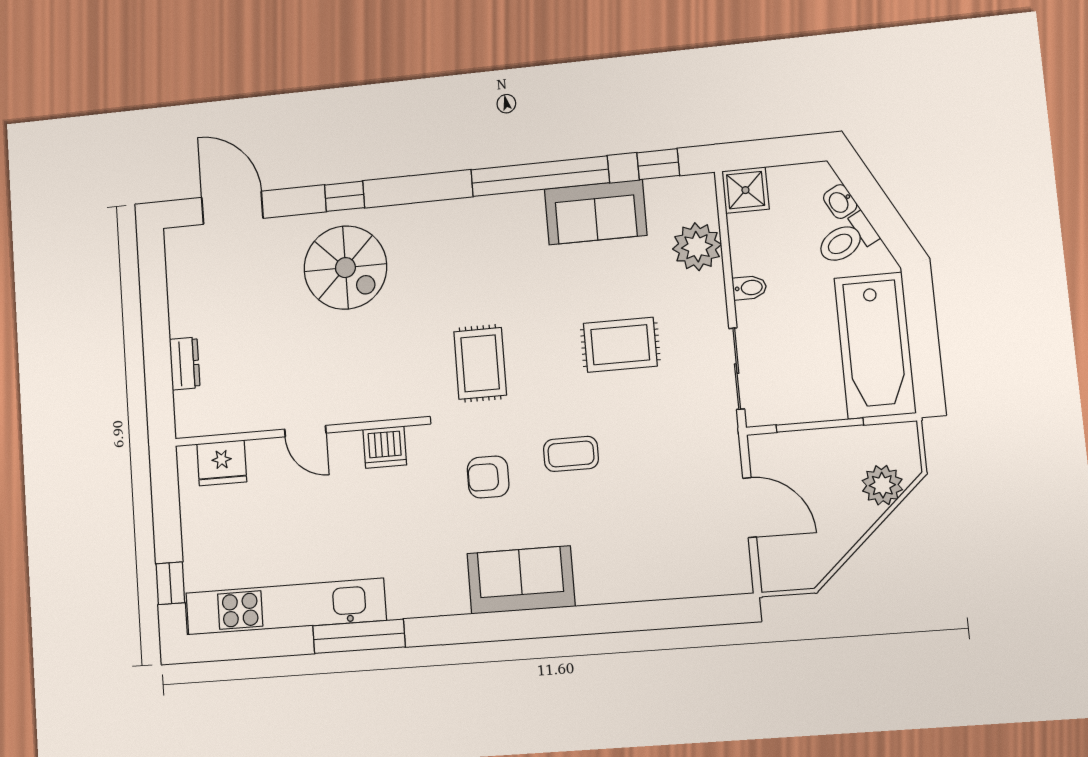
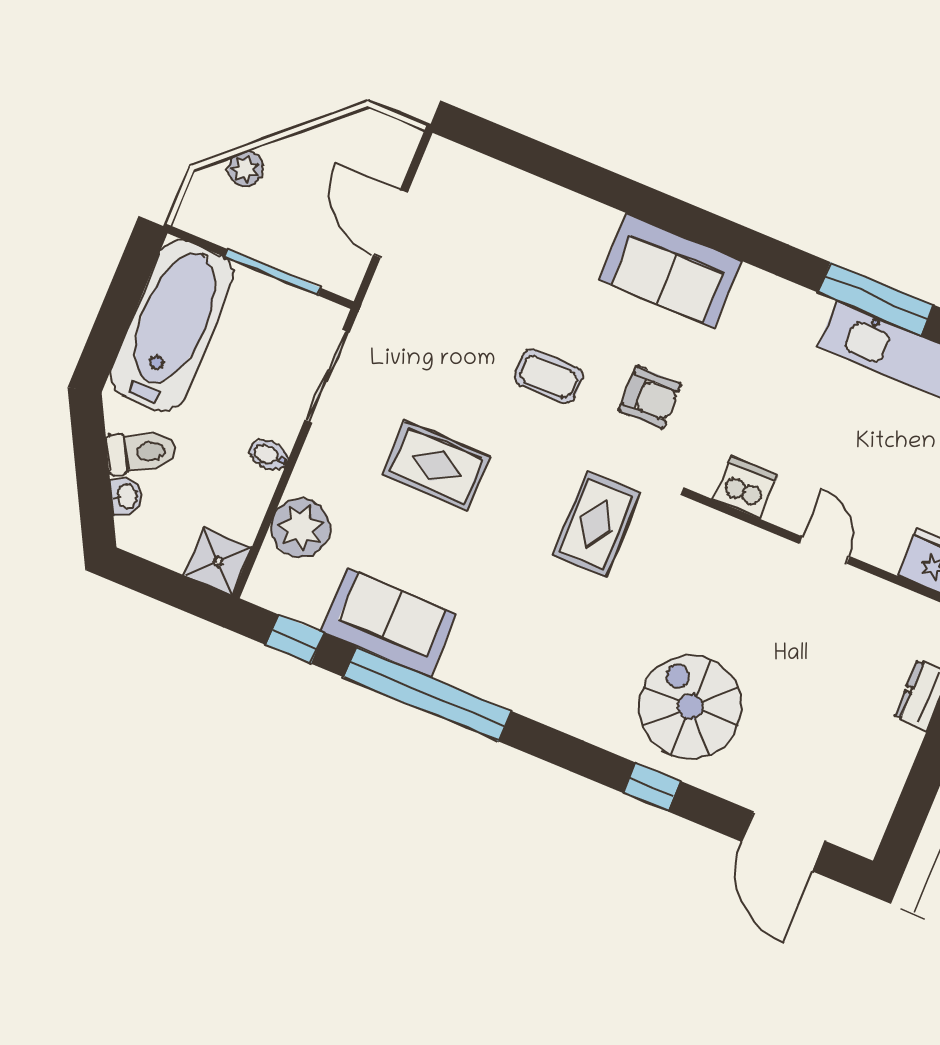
plant: (882, 485) -> (246, 169), width x0.73, depth x0.73

